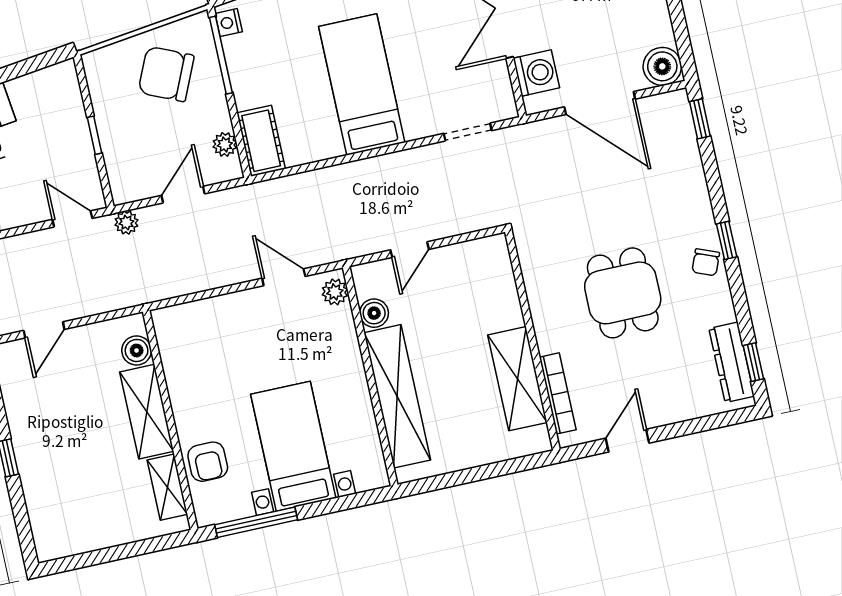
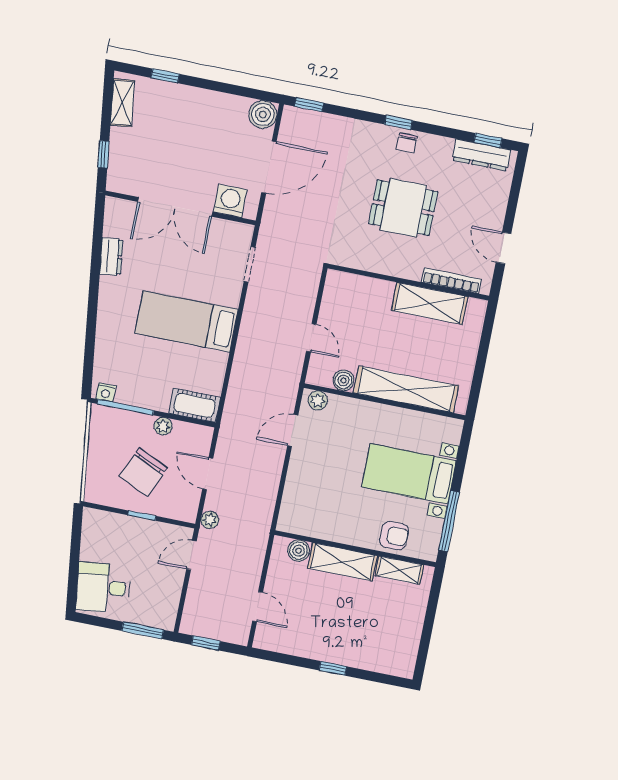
chair: (166, 74) -> (143, 472), moved
plant: (225, 144) -> (163, 426), moved
chair: (706, 262) -> (407, 143), turned 68

